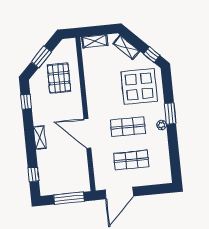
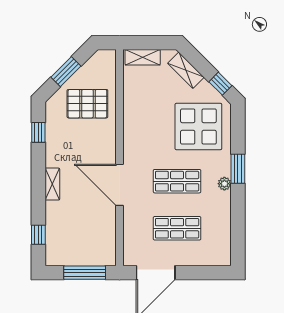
pallet: (59, 78) -> (87, 104), turned 90

